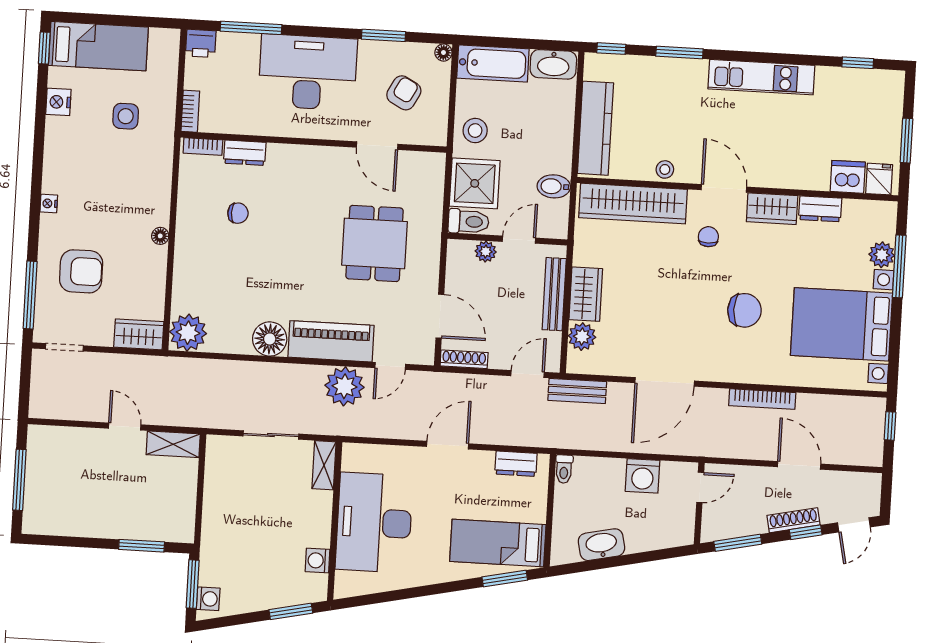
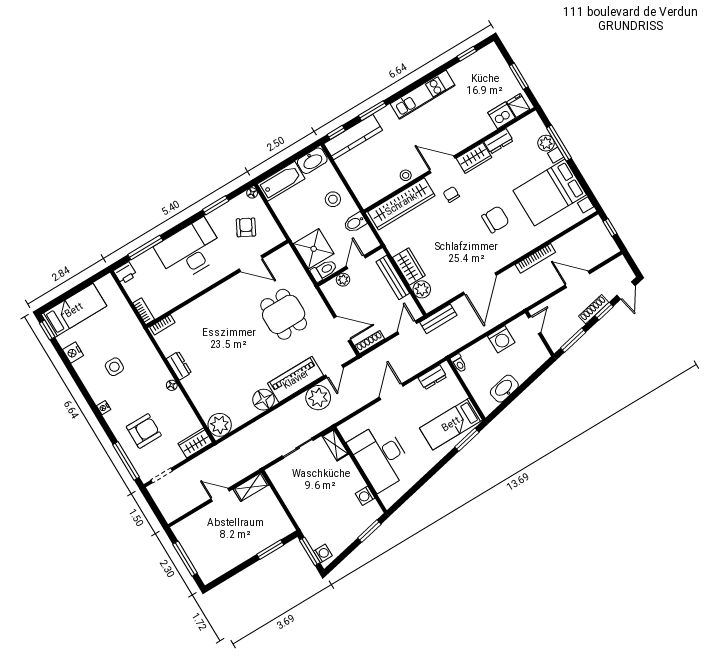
side table: (126, 116) -> (114, 367), moved
kitchen counter: (595, 128) -> (353, 137), moved, turned 90
stool: (475, 131) -> (333, 199), moved
dresser: (245, 153) -> (179, 366), moved, turned -90
chair: (238, 213) -> (203, 347), removed

